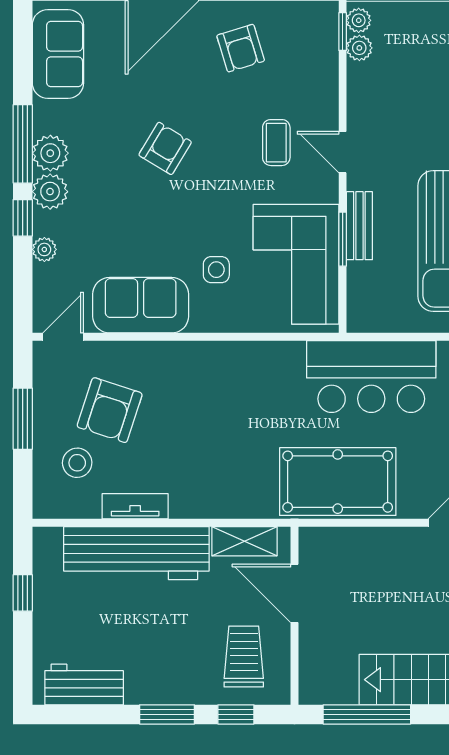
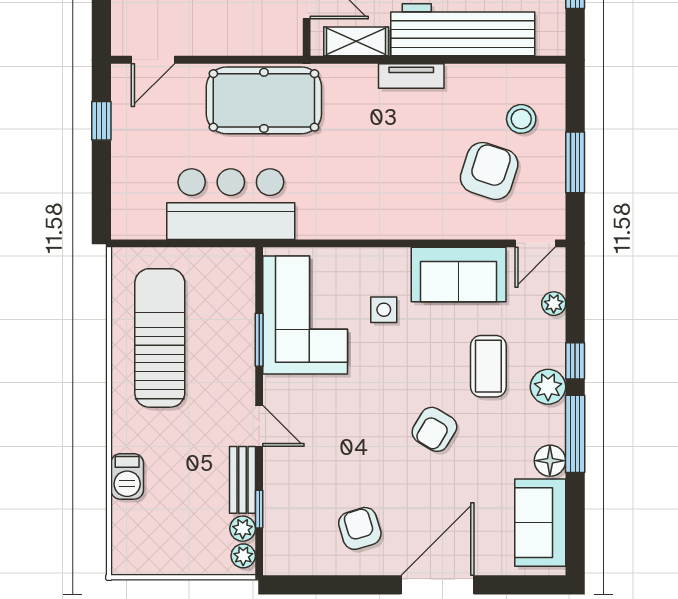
window: (343, 32) -> (259, 509), moved
floor lamp: (48, 117) -> (550, 461), added
coffee table: (276, 143) -> (488, 366), moved, width x1.36, depth x1.30
plant: (50, 153) -> (548, 425), removed
bench: (359, 226) -> (242, 480), moved
plant: (44, 249) -> (554, 304), moved
tv unit: (135, 506) -> (411, 76), moved

